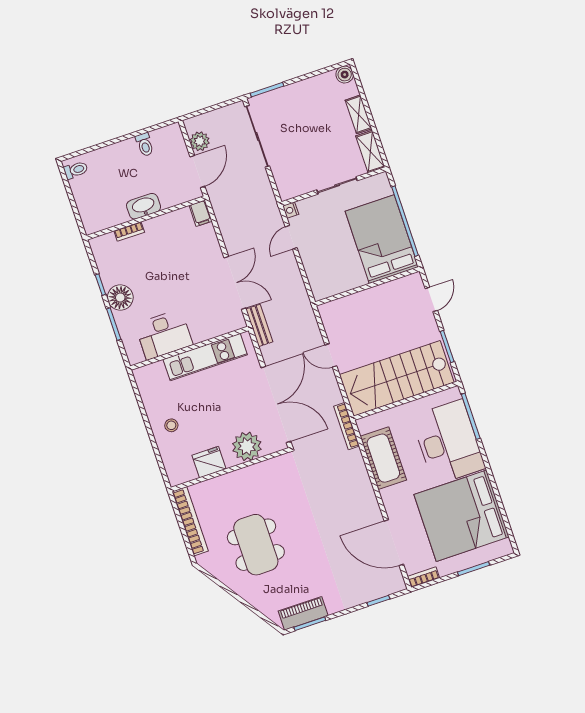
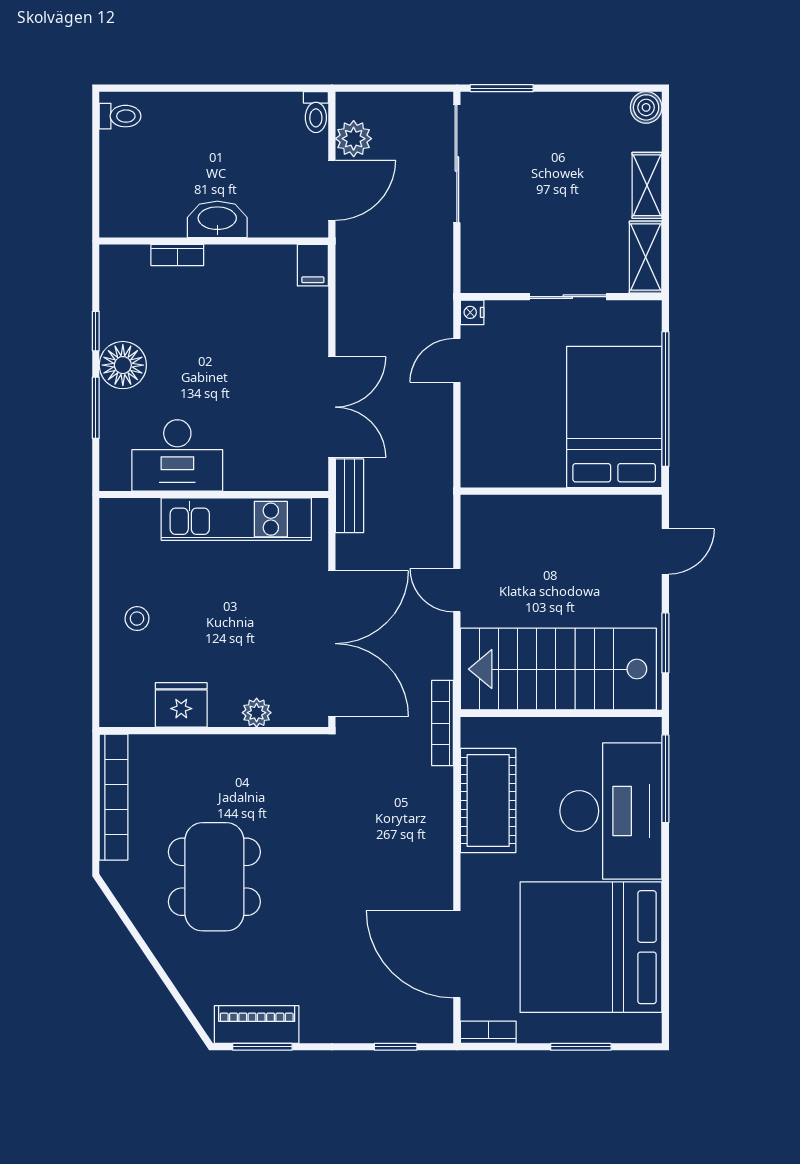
toilet: (145, 145) -> (316, 112), moved
plant: (247, 446) -> (257, 713), width x0.53, depth x0.53

